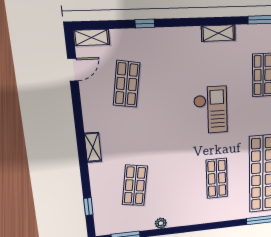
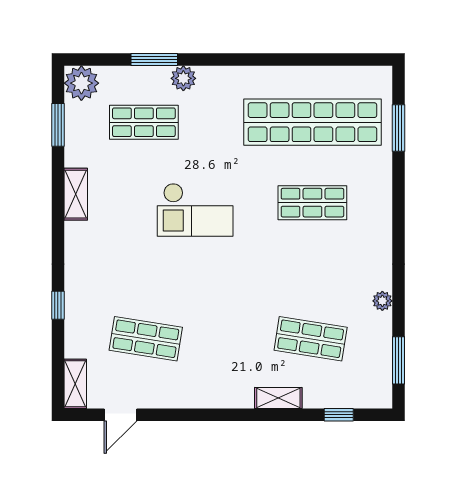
door: (73, 70) -> (120, 415), swing flipped
checkout: (211, 110) -> (195, 210), turned 180
shelving: (93, 147) -> (278, 398), moved

